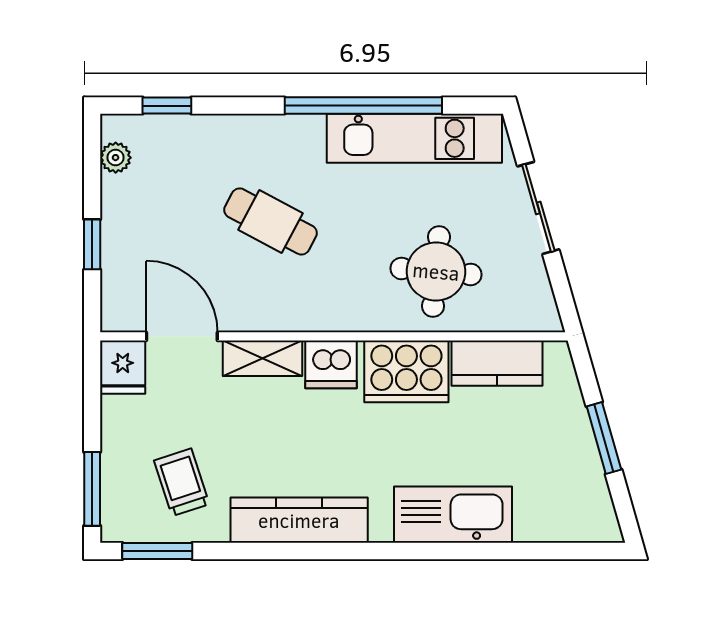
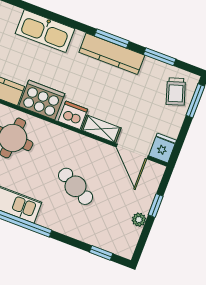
plant: (116, 158) -> (139, 220), moved
trolley: (182, 482) -> (176, 91), moved
window: (157, 551) -> (160, 57), moved
window: (311, 551) -> (112, 39), added

